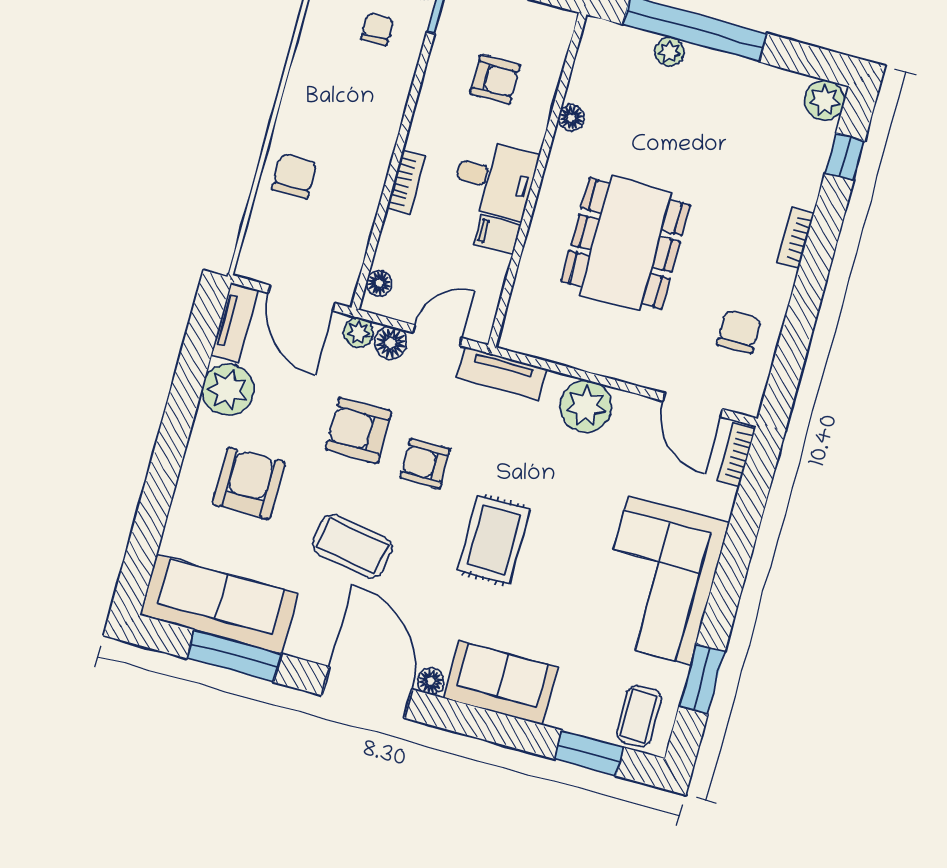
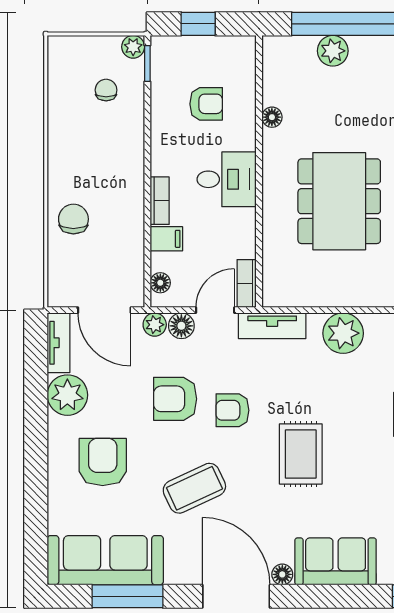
plant: (669, 52) -> (333, 51), width x1.38, depth x1.38
filing cabinet: (497, 234) -> (166, 239), moved, turned 180
bookcase: (485, 313) -> (247, 283), added
coffee table: (352, 546) -> (194, 488), turned -35

